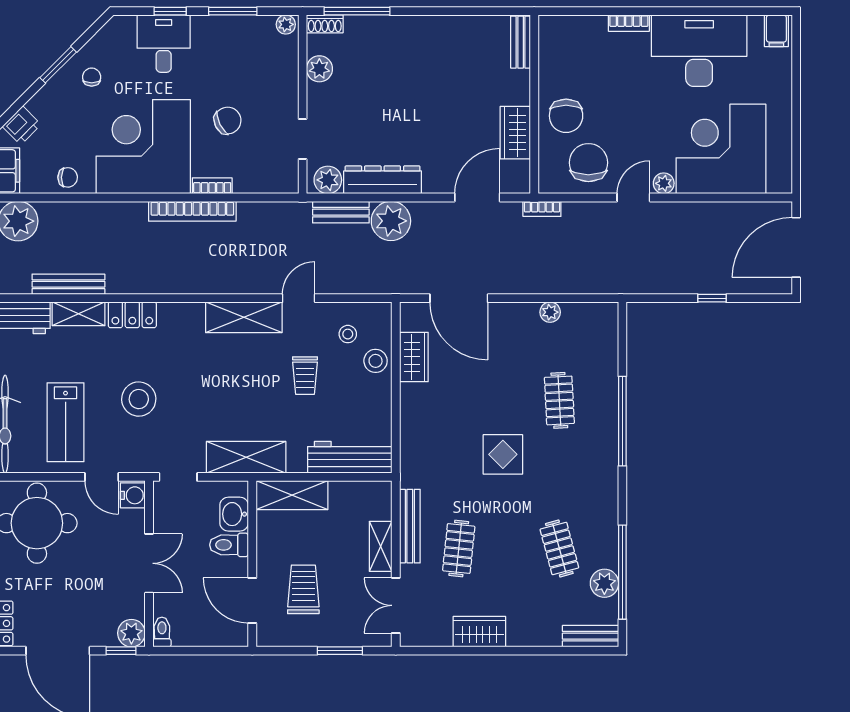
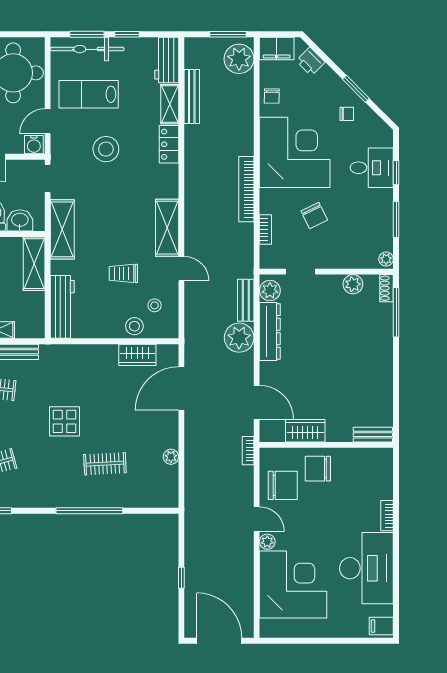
bookcase: (212, 186) -> (265, 229), moved

